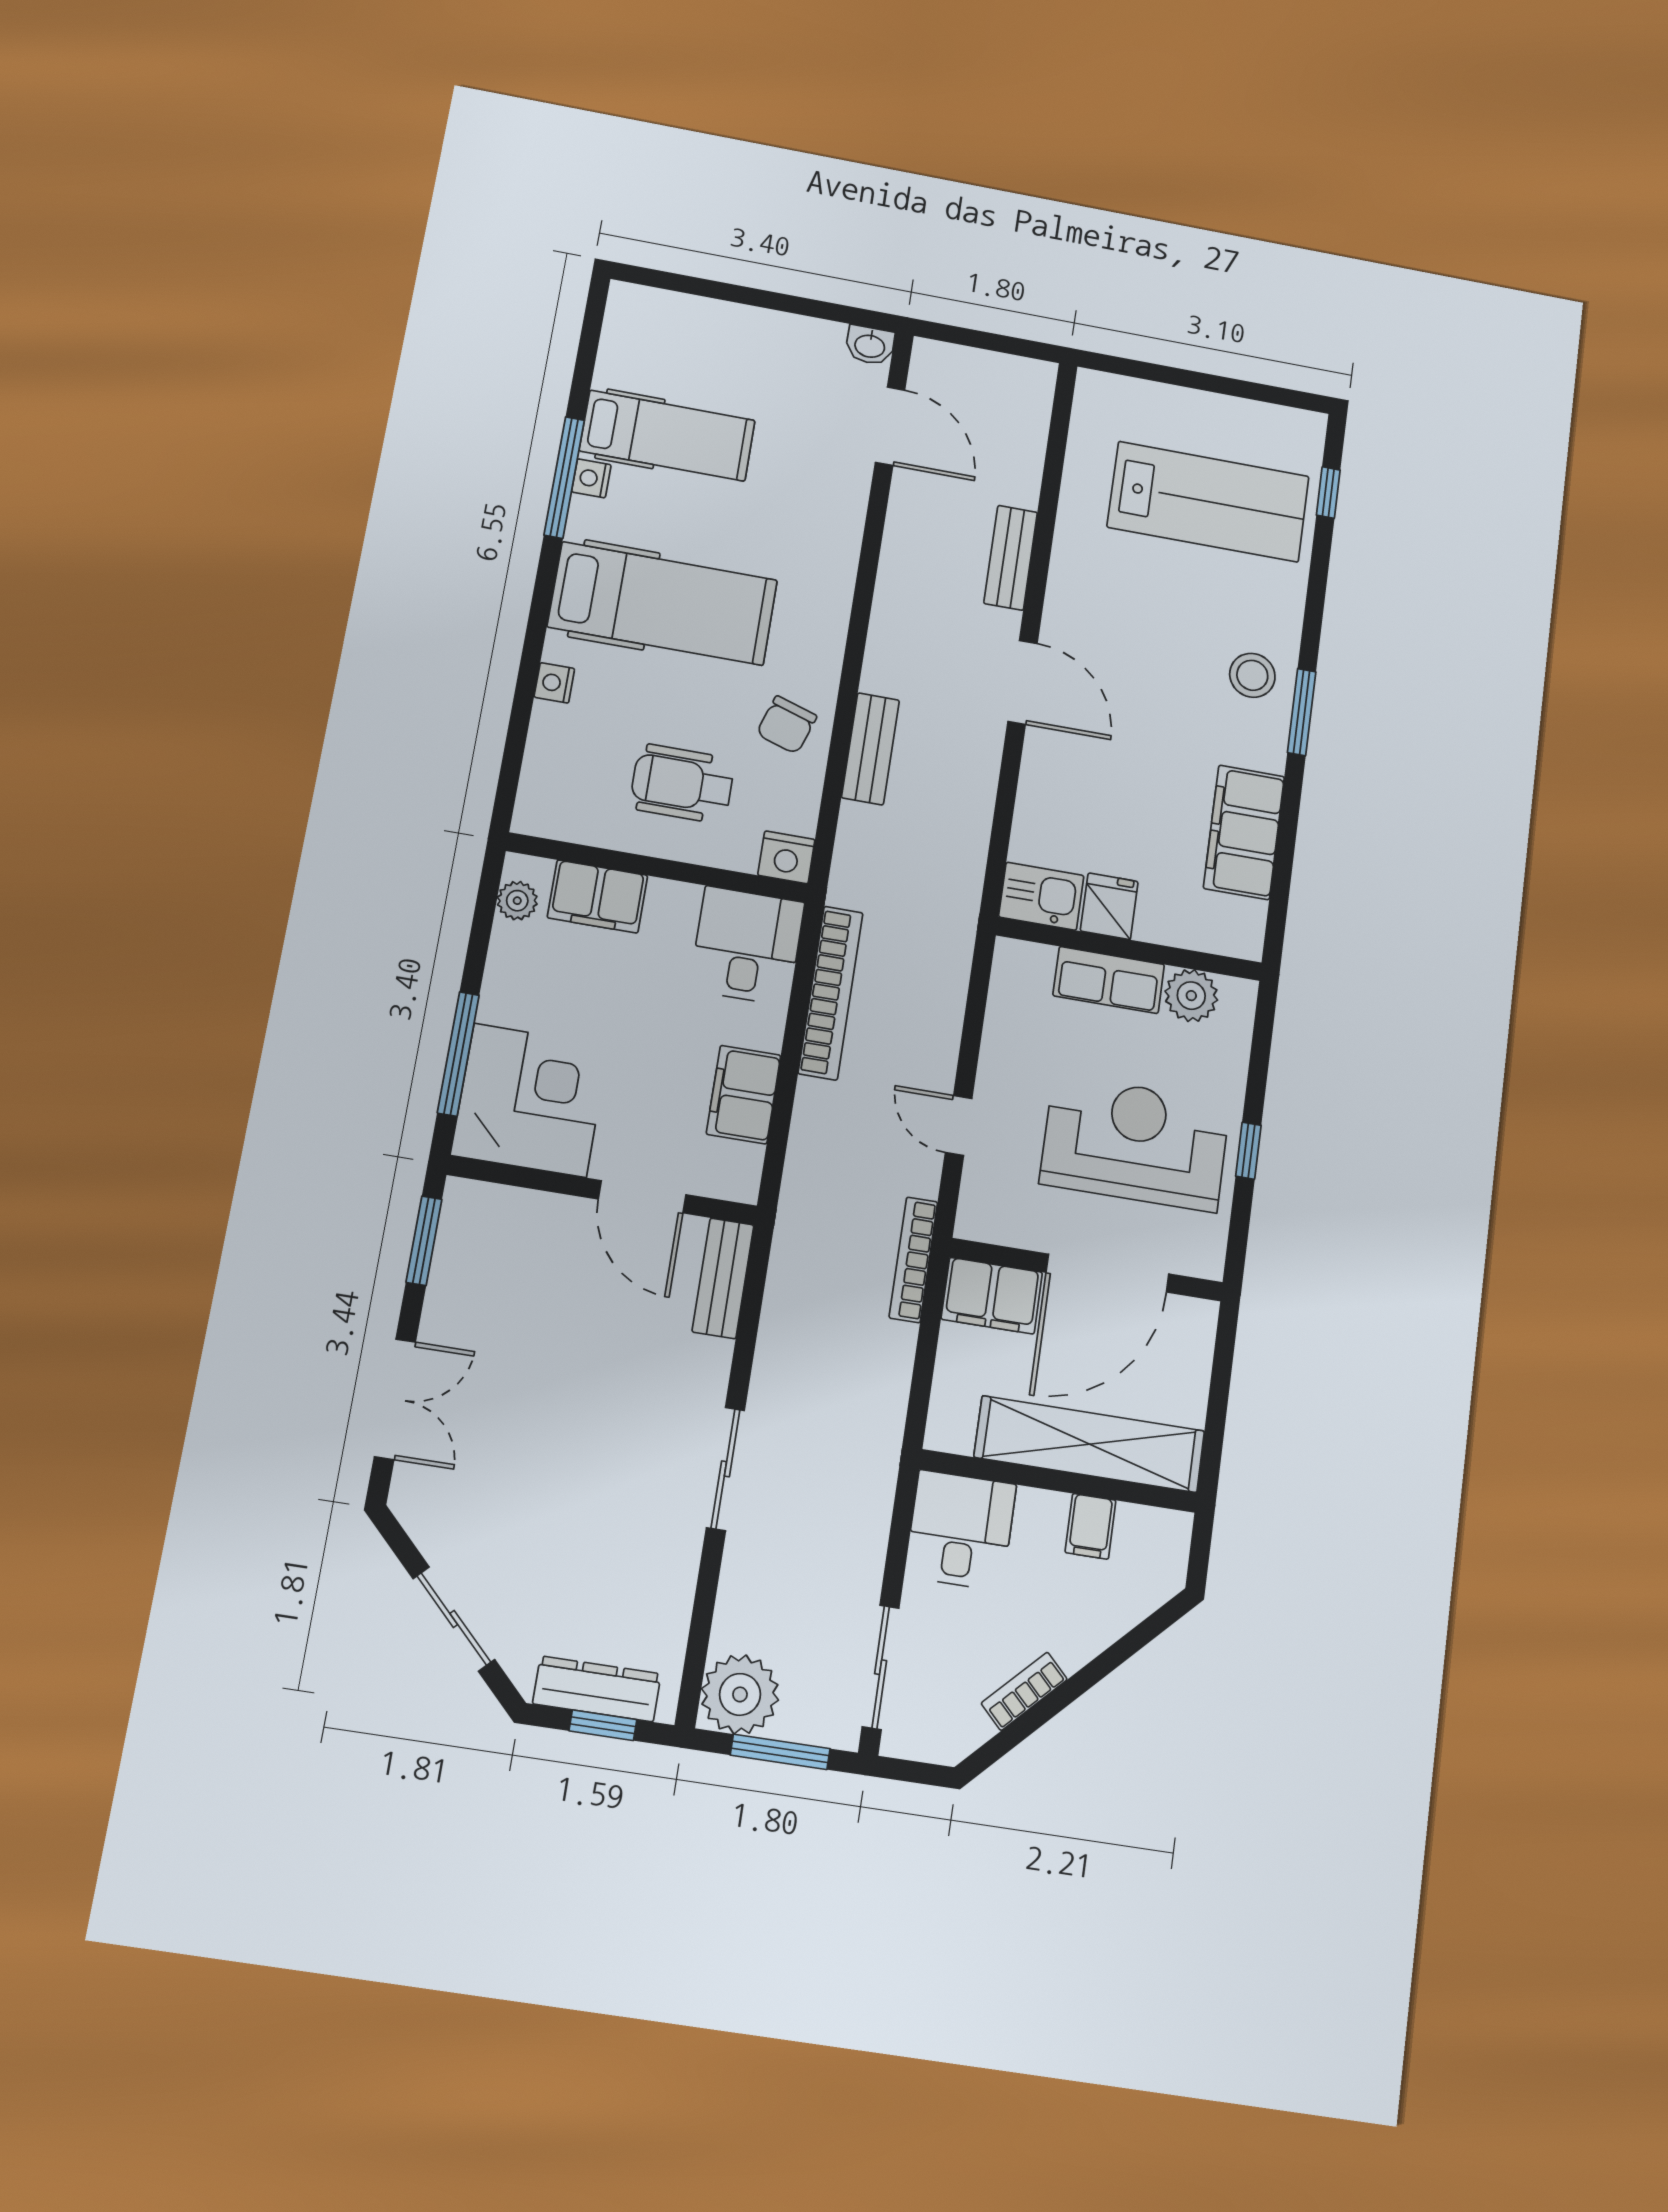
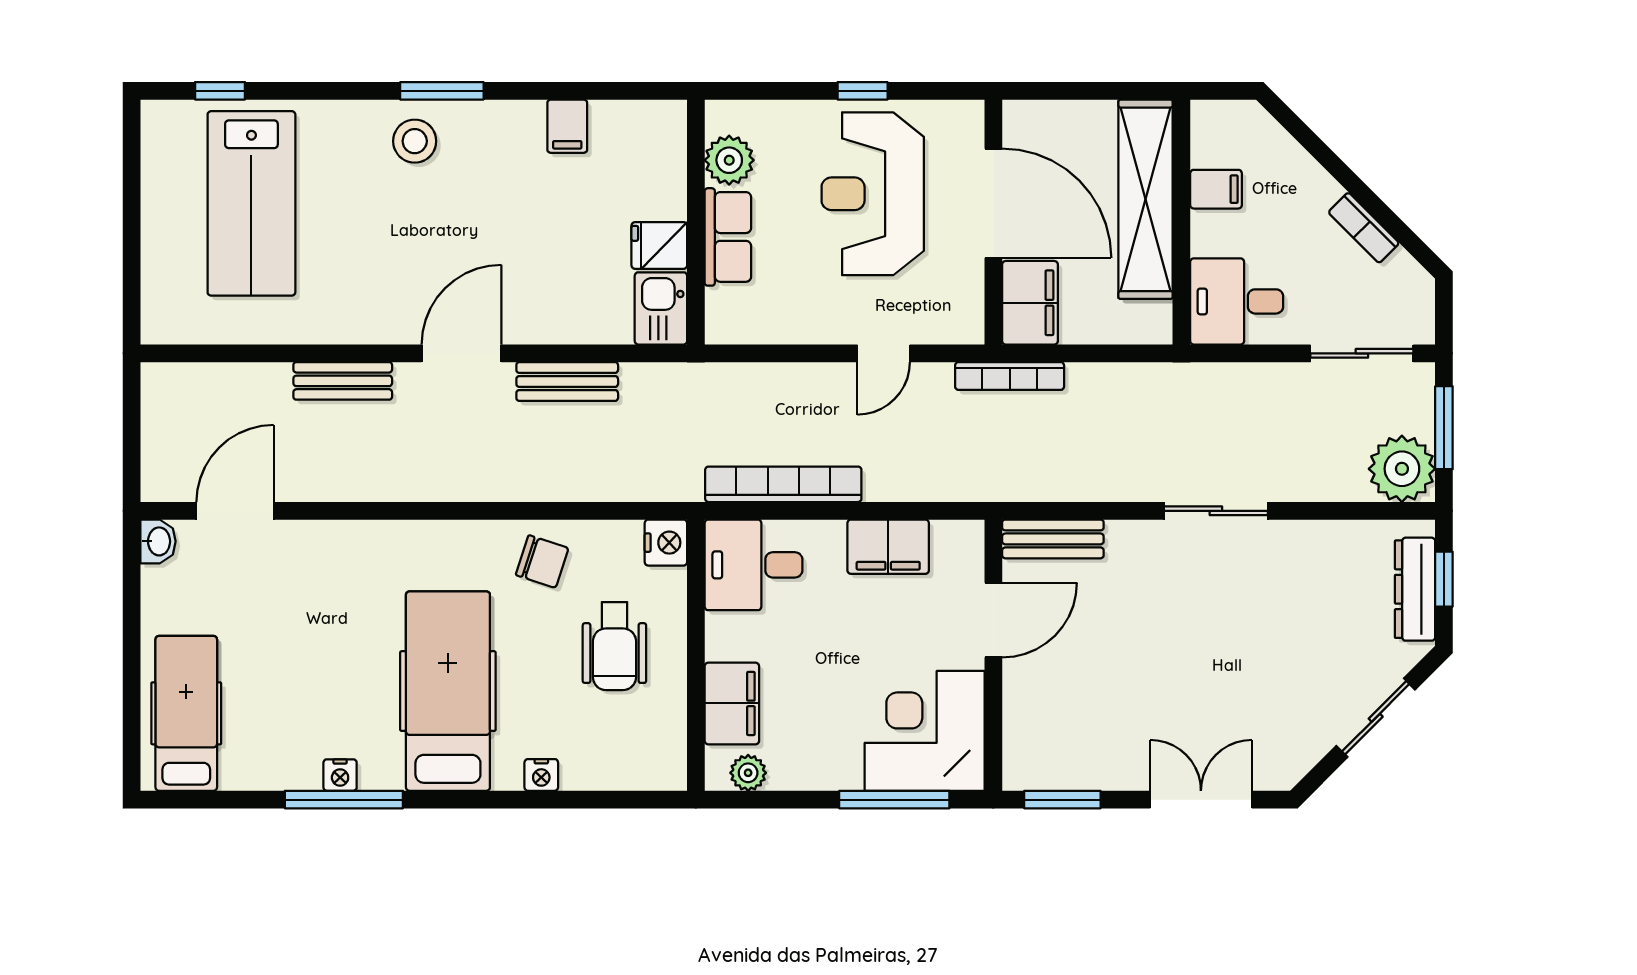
hospital bed: (667, 436) -> (186, 713), moved
lab bench: (1208, 502) -> (251, 203), turned 180
bench: (870, 749) -> (567, 381), moved
filing cabinet: (1244, 832) -> (567, 126), width x0.33, depth x0.86

